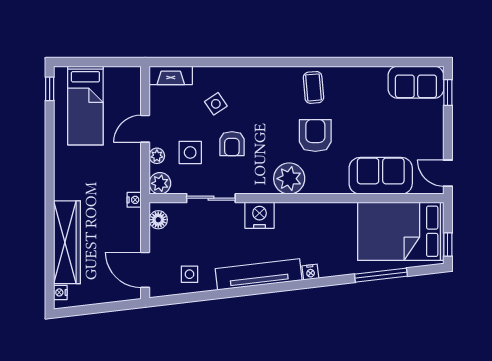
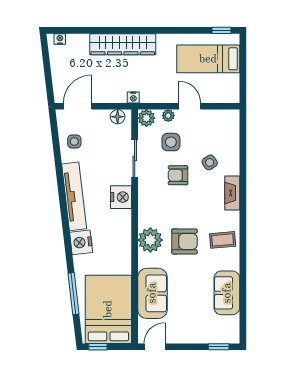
fireplace: (171, 75) -> (232, 193), moved
sofa: (416, 82) -> (227, 293), moved
plant: (289, 179) -> (150, 240), moved
wardrobe: (67, 242) -> (123, 44), moved
nightstand: (310, 272) -> (81, 242), width x1.89, depth x1.79

